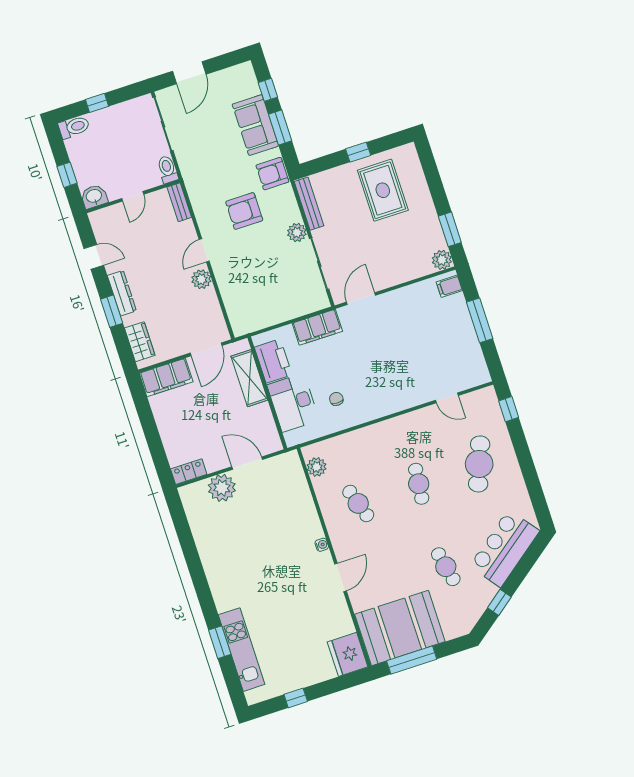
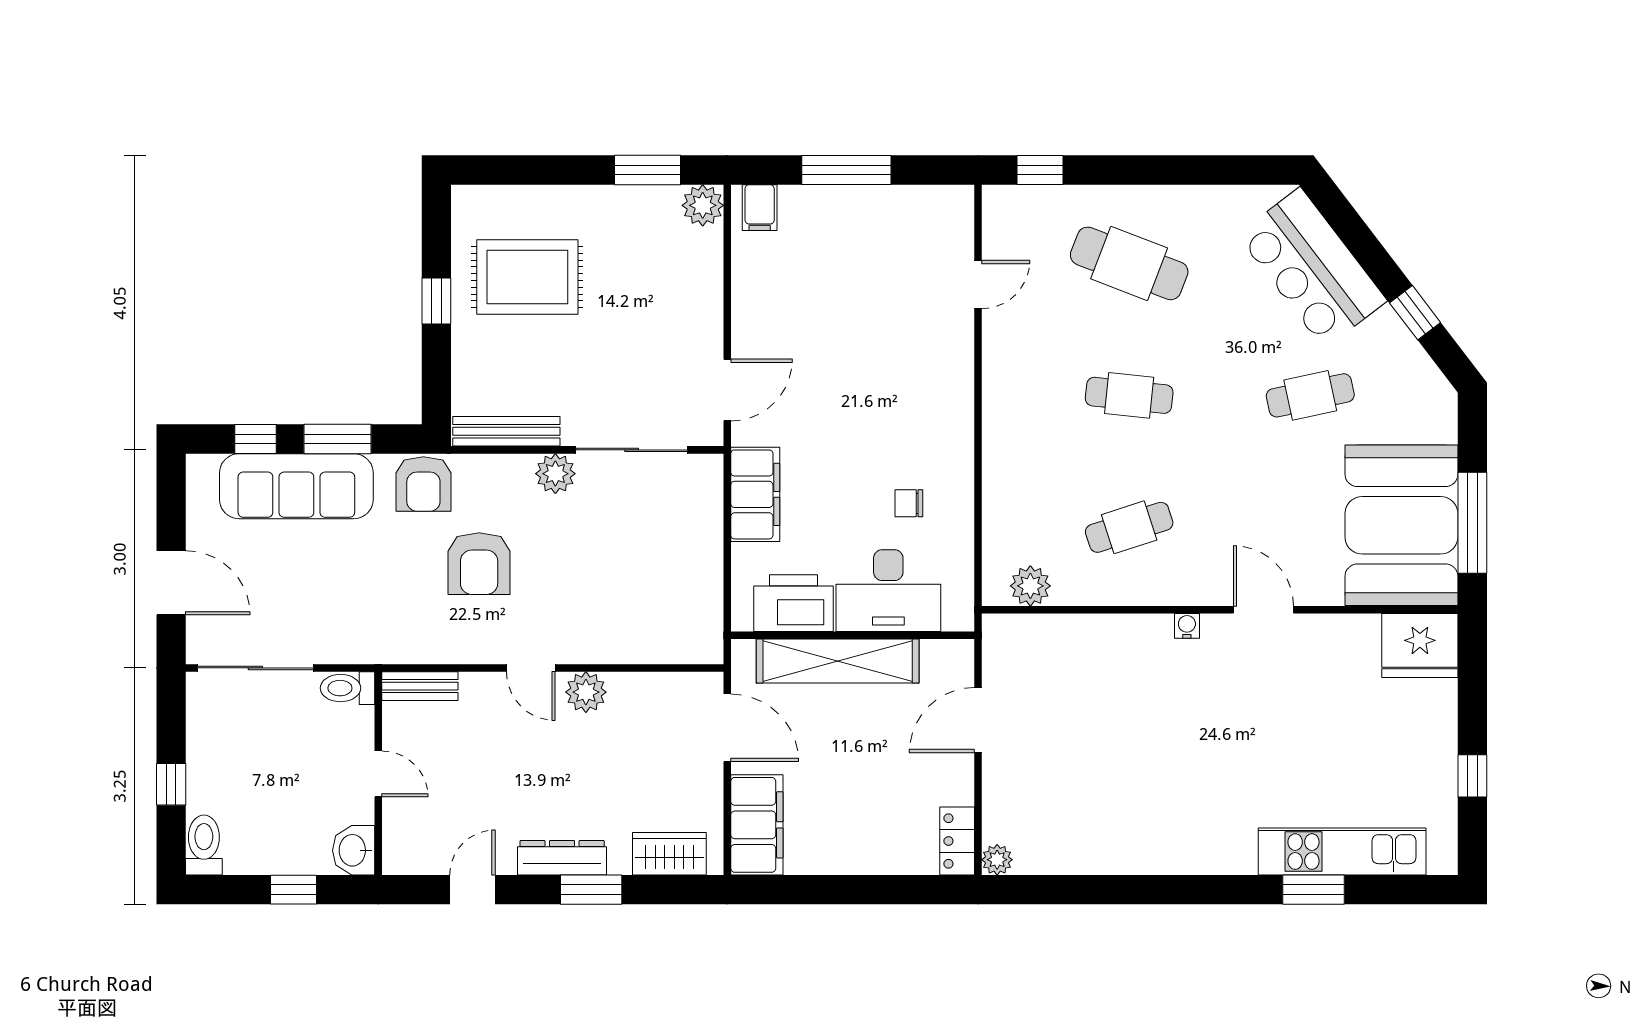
sofa: (255, 125) -> (296, 486), width x1.36
door: (361, 299) -> (727, 390), swing flipped
shelving: (249, 378) -> (838, 661), width x1.47
plant: (222, 488) -> (997, 860), moved, width x0.53, depth x0.53

